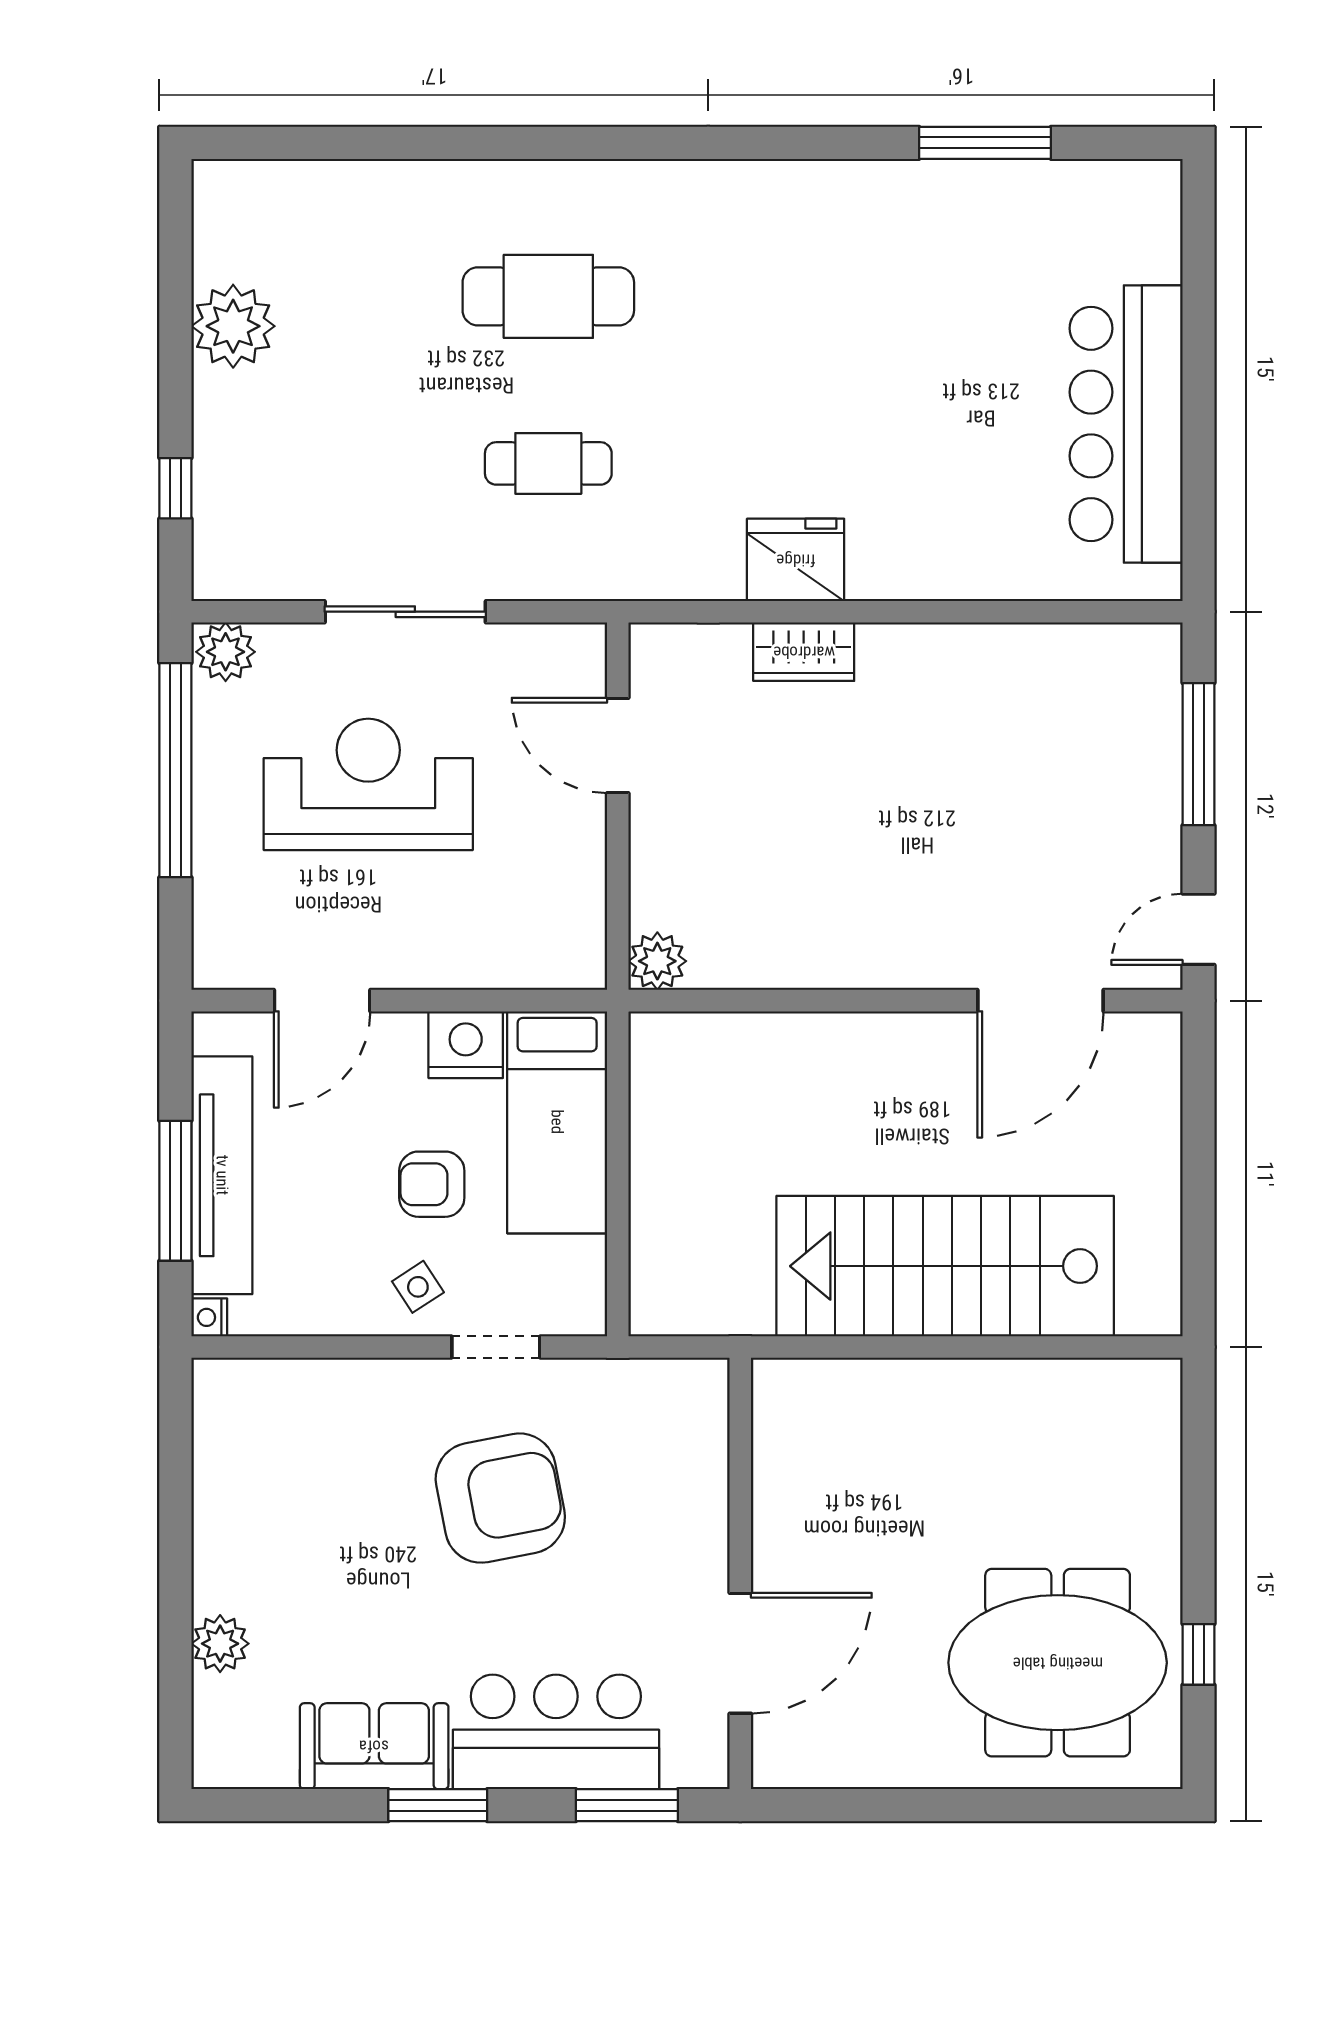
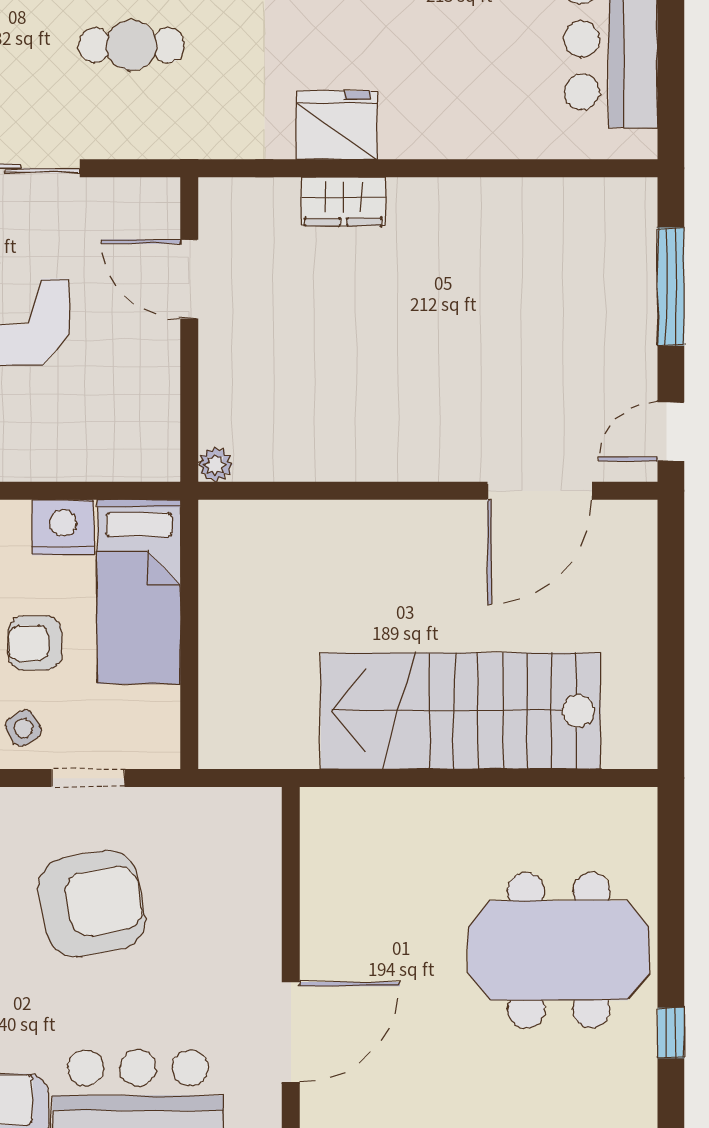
plant: (657, 961) -> (215, 465), width x0.73, depth x0.73
meeting table: (1058, 1663) -> (559, 950), moved

